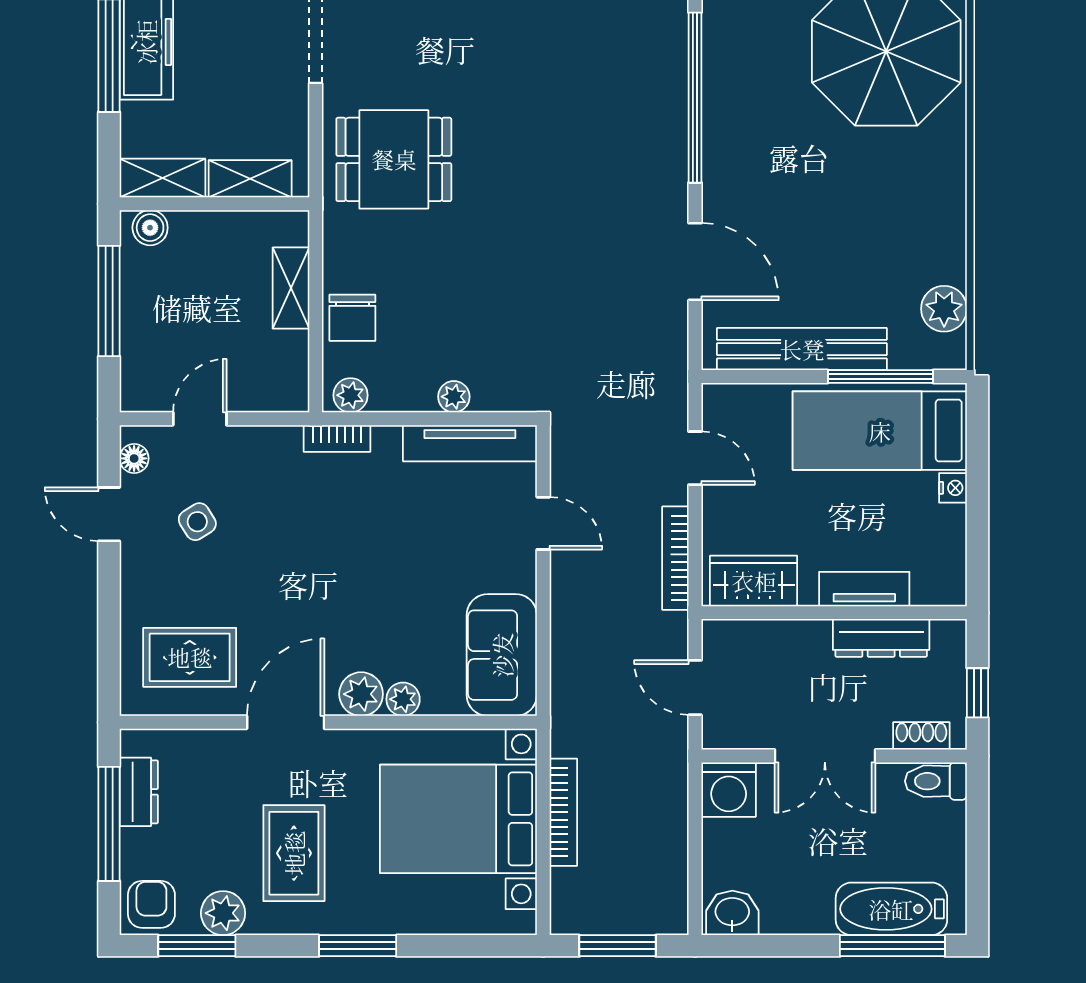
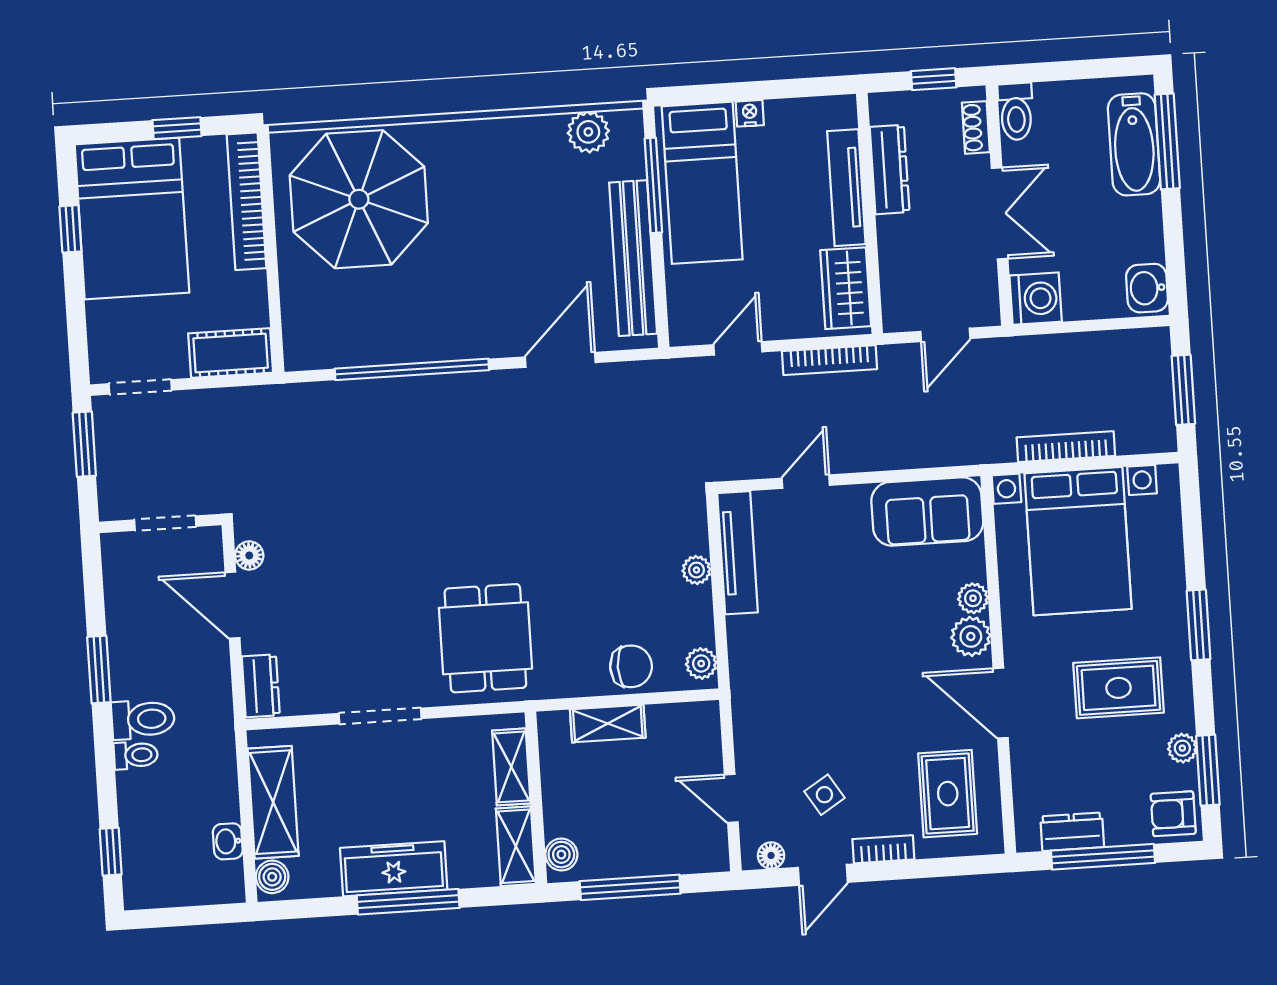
bookcase: (337, 438) -> (883, 849), moved, turned -90
tv unit: (864, 589) -> (846, 188), width x1.41
plant: (223, 913) -> (1182, 748), width x0.73, depth x0.73

